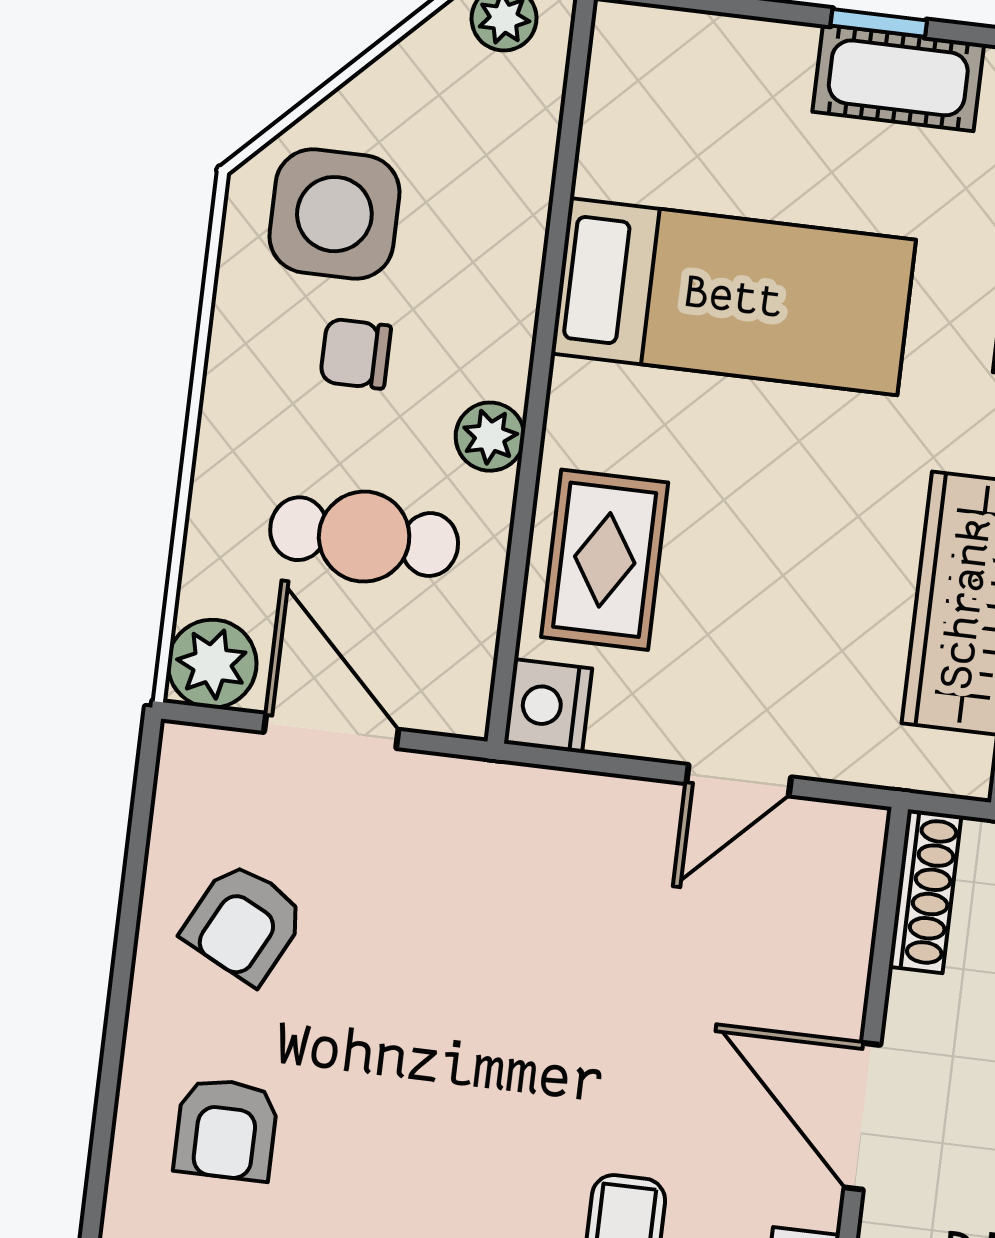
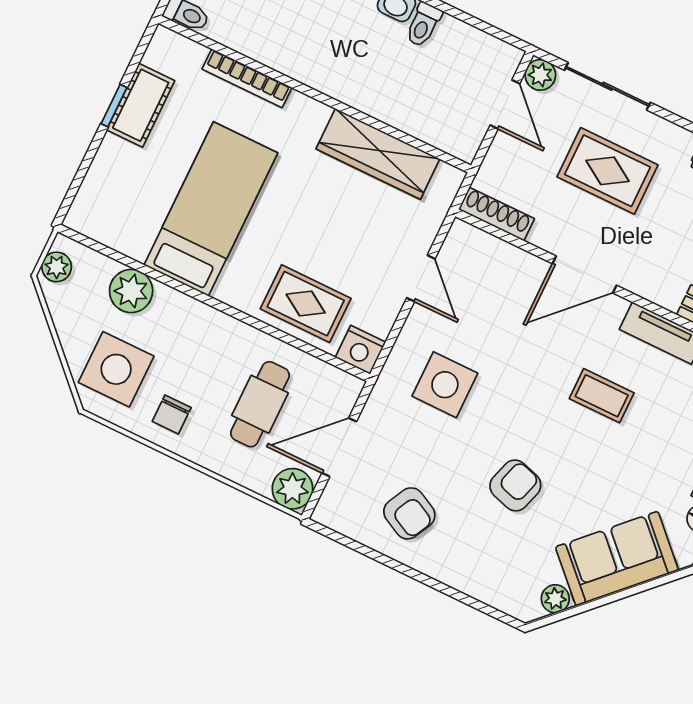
chair: (356, 354) -> (172, 414), moved
plant: (490, 437) -> (131, 291), moved, width x1.38, depth x1.38
side table: (535, 905) -> (445, 385), added
armchair: (226, 1129) -> (515, 485), moved, turned -73

